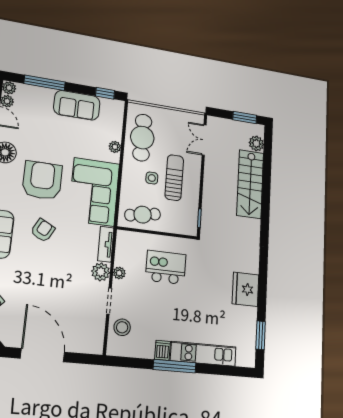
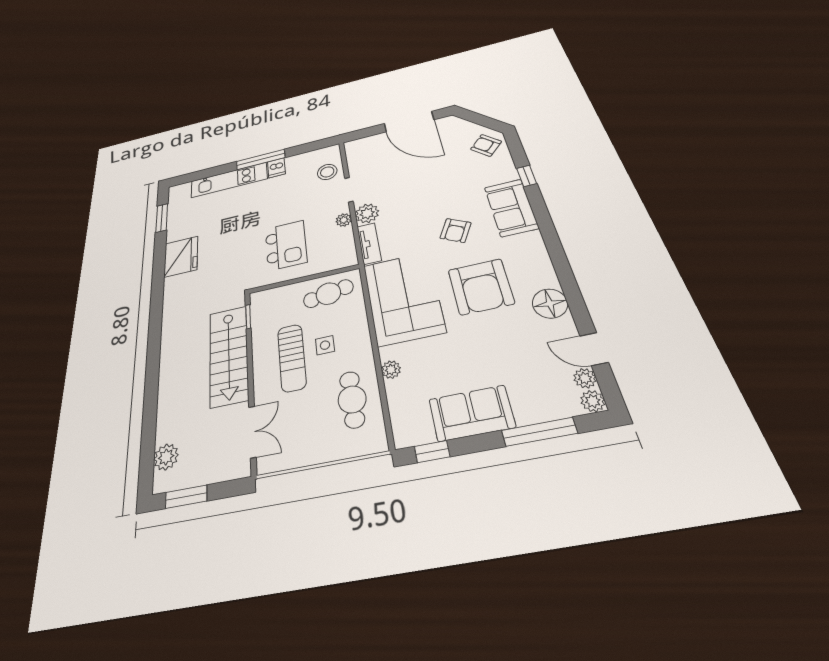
cafe table: (142, 138) -> (352, 399), width x0.73, depth x0.74
stairs: (250, 184) -> (229, 355), moved, turned 180
kitchen island: (166, 267) -> (286, 245), turned -90

